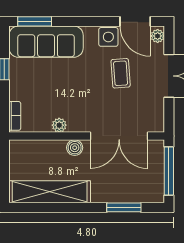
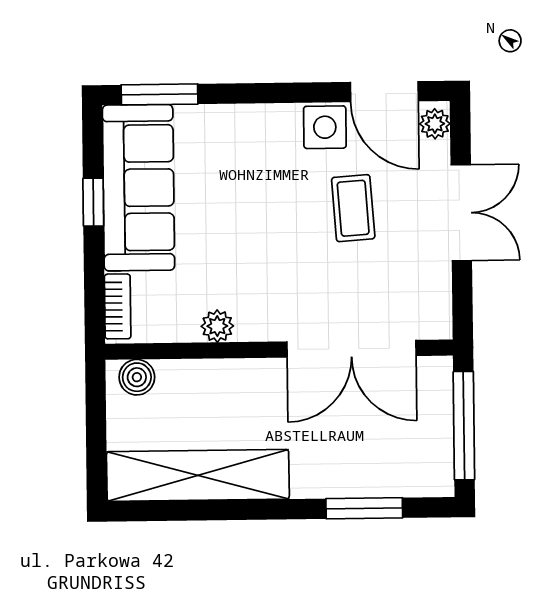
sofa: (46, 42) -> (138, 188), moved, turned -90
boiler: (75, 148) -> (137, 377), moved

